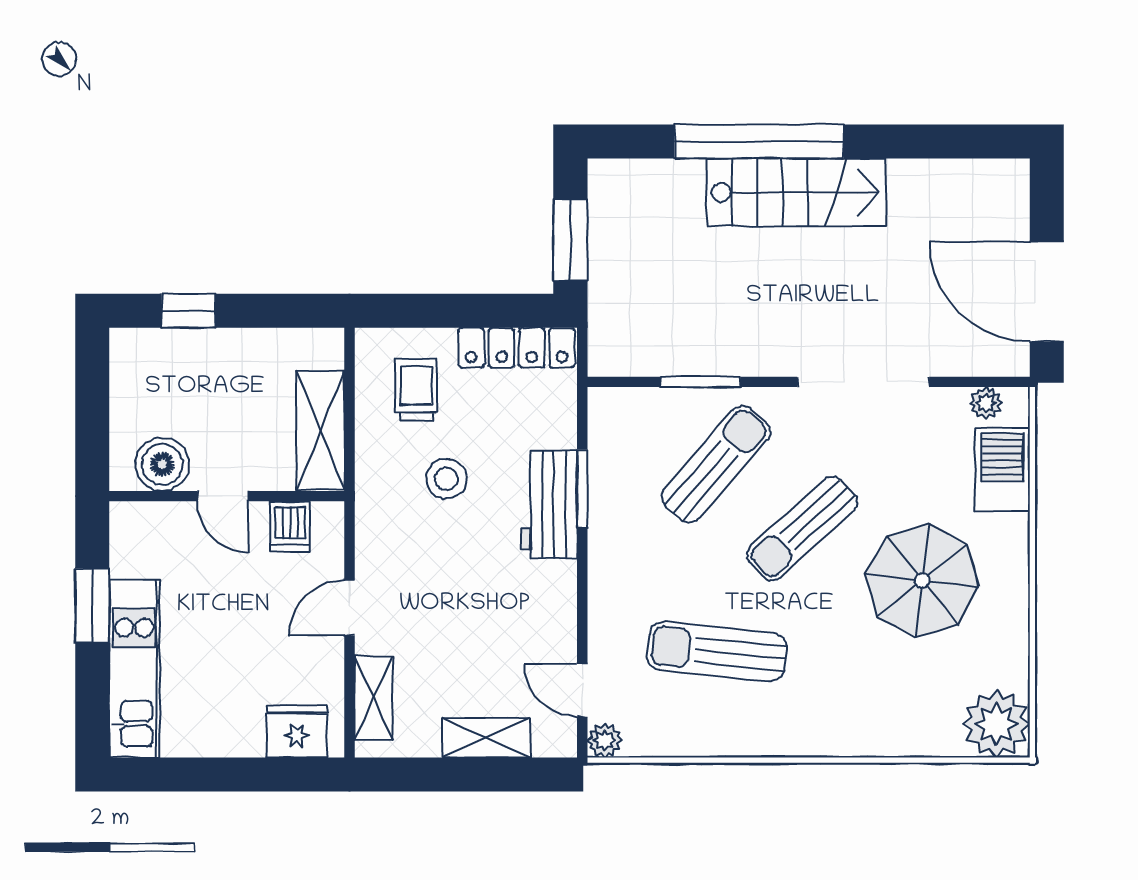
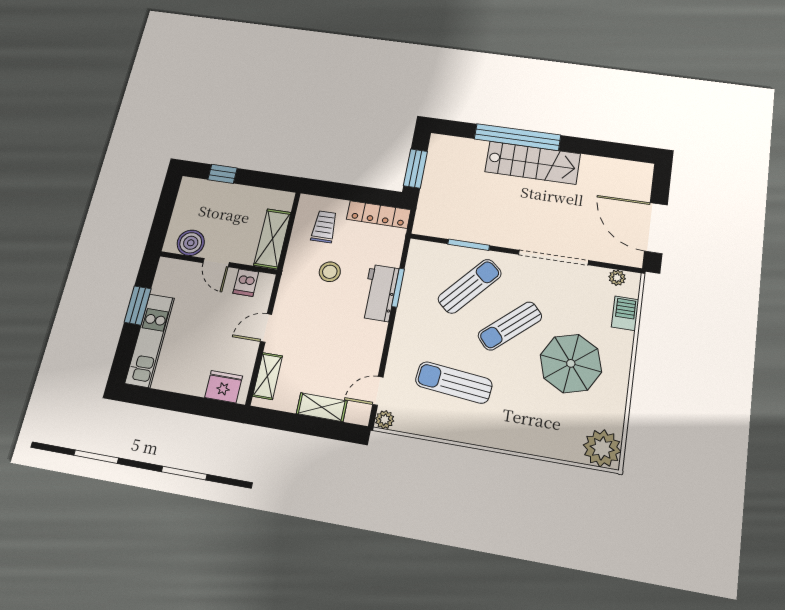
barbecue: (1002, 470) -> (625, 313), width x0.73, depth x0.79
door: (582, 690) -> (378, 391), hinge flipped

